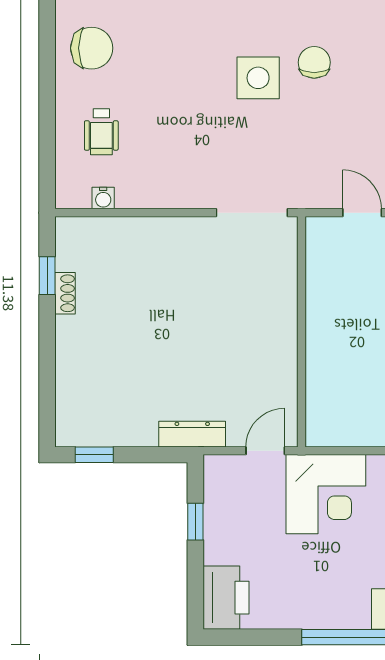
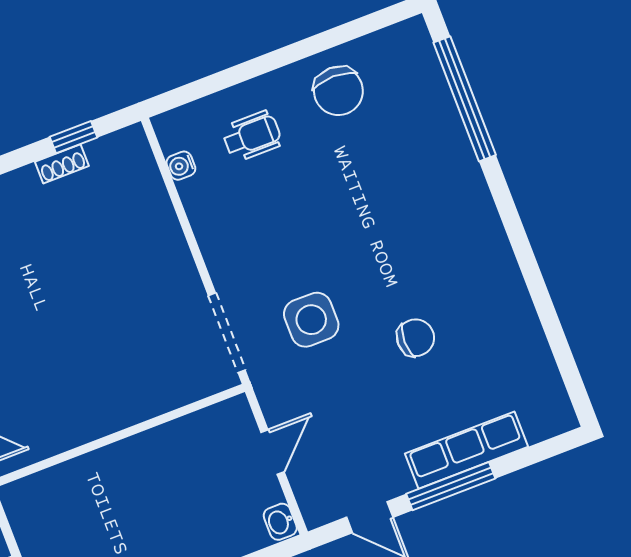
side table: (258, 78) -> (311, 320), moved
wheelchair: (101, 132) -> (252, 136), turned 180

